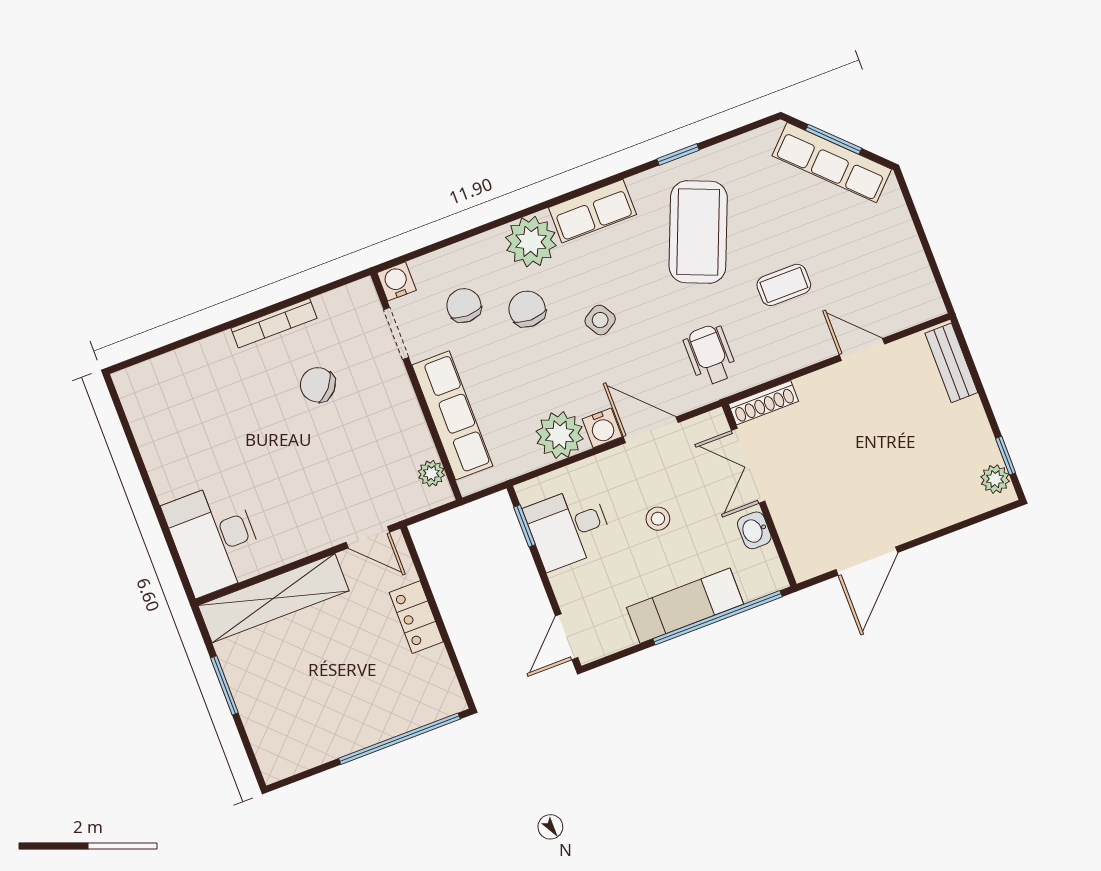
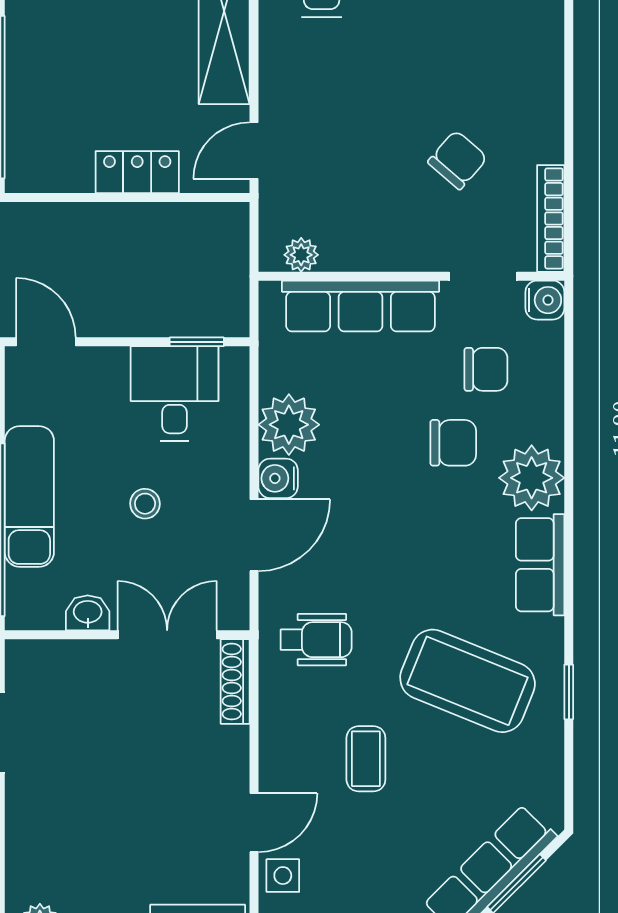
side table: (600, 320) -> (283, 876), moved, turned 31
bookcase: (274, 323) -> (551, 218), moved

